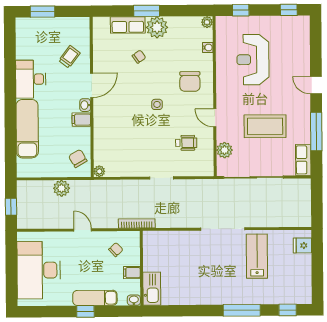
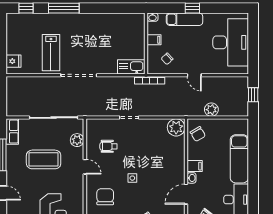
plant: (99, 171) -> (176, 127), width x1.88, depth x1.88
kitchen sink: (152, 289) -> (131, 67), moved, turned 90

